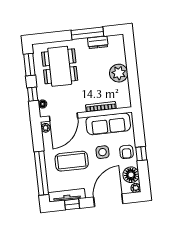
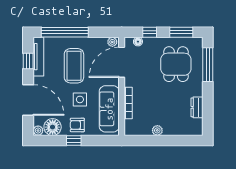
window: (87, 33) -> (208, 65), moved
dining table: (60, 66) -> (176, 64), width x0.73
plant: (119, 73) -> (157, 130), width x0.53, depth x0.53
door: (64, 117) -> (122, 62), hinge flipped

